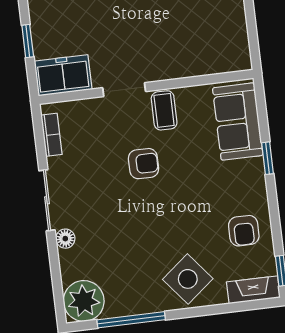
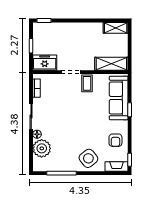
shelving: (214, 60) -> (111, 64), added
sofa: (238, 122) -> (119, 98), width x1.36
armchair: (143, 164) -> (75, 106), removed
plant: (84, 301) -> (42, 148), moved

